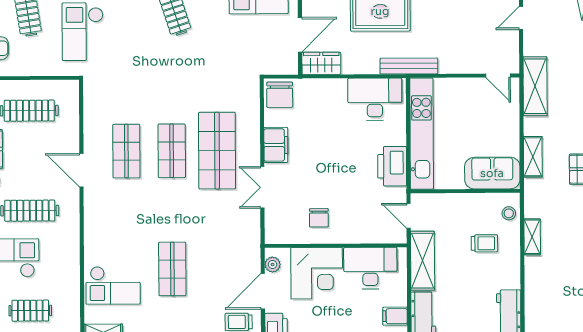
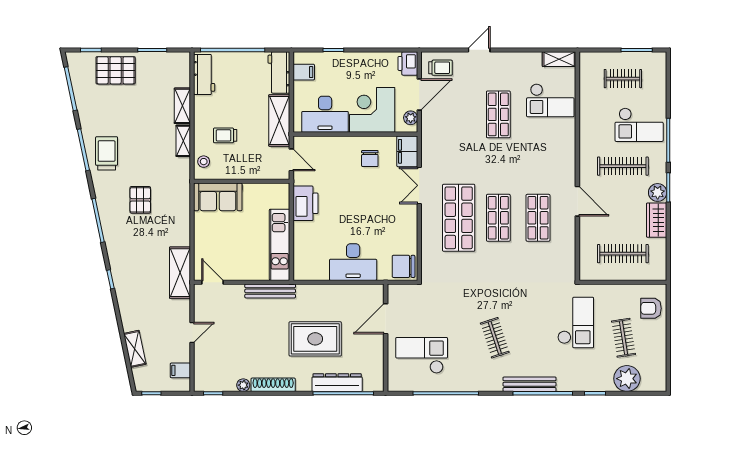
wardrobe: (321, 63) -> (367, 294), removed
bench: (409, 66) -> (270, 291), moved
chair: (280, 95) -> (404, 266), turned -90
desk: (375, 99) -> (353, 262), moved
kitchen unit: (422, 134) -> (280, 245), width x0.73
filing cabinet: (276, 145) -> (407, 151), moved
shelving: (533, 157) -> (182, 106), moved
double door: (262, 187) -> (419, 185), swing flipped
chair: (319, 218) -> (370, 159), turned 180
checkout: (113, 285) -> (550, 100), turned 180

